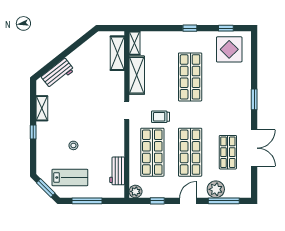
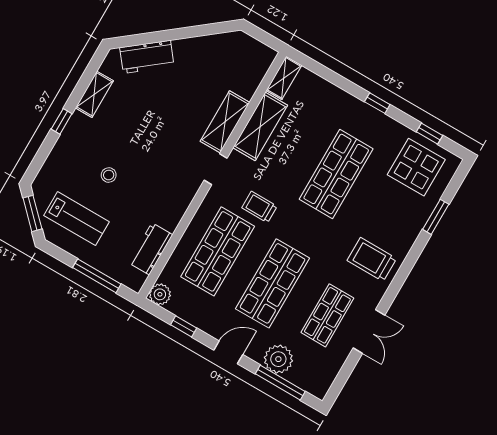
shelving: (117, 53) -> (225, 122), moved
window: (254, 99) -> (436, 217), moved
trolley: (234, 110) -> (372, 259), added
double door: (254, 148) -> (369, 331), width x0.73
window: (87, 201) -> (97, 276), moved

